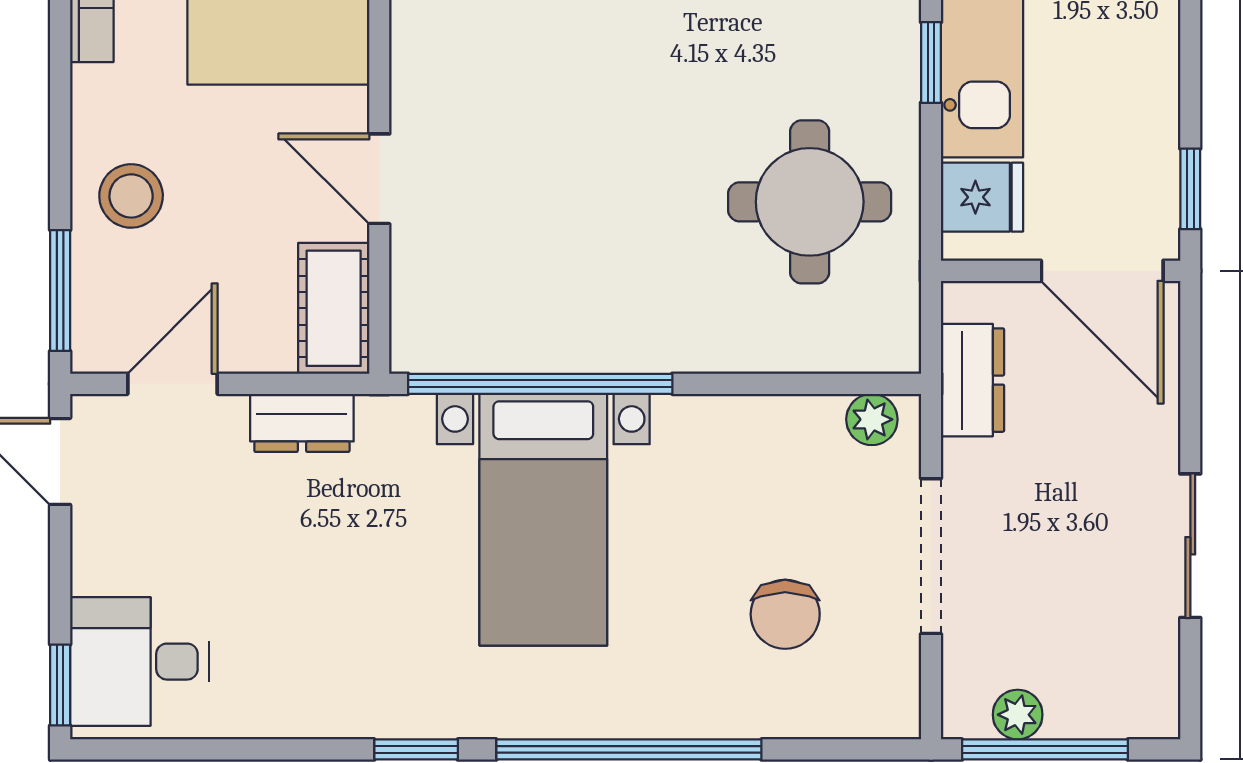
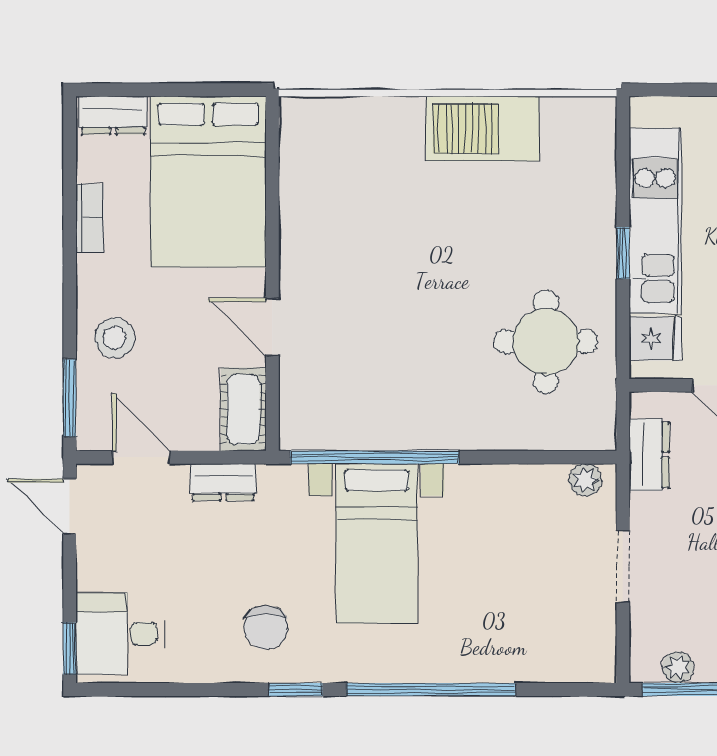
door: (172, 384) -> (141, 457), hinge flipped
doorway: (931, 556) -> (623, 567), width x0.73
chair: (785, 614) -> (266, 627), moved

